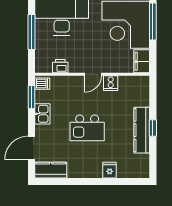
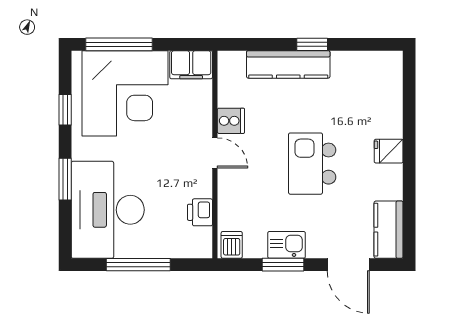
window: (31, 97) -> (283, 265), moved
kitchen island: (87, 128) -> (312, 164), turned 180
kitchen counter: (142, 130) -> (288, 64), moved
fridge: (110, 170) -> (389, 151), moved

